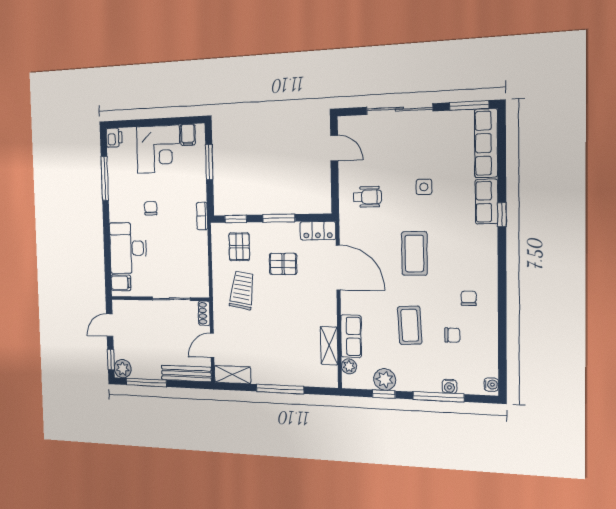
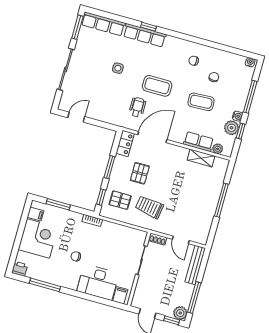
wheelchair: (367, 197) -> (137, 107), moved
row of seats: (487, 202) -> (145, 35), width x1.48
shelving: (232, 375) -> (204, 231), removed
water cooler: (449, 386) -> (237, 116), moved

